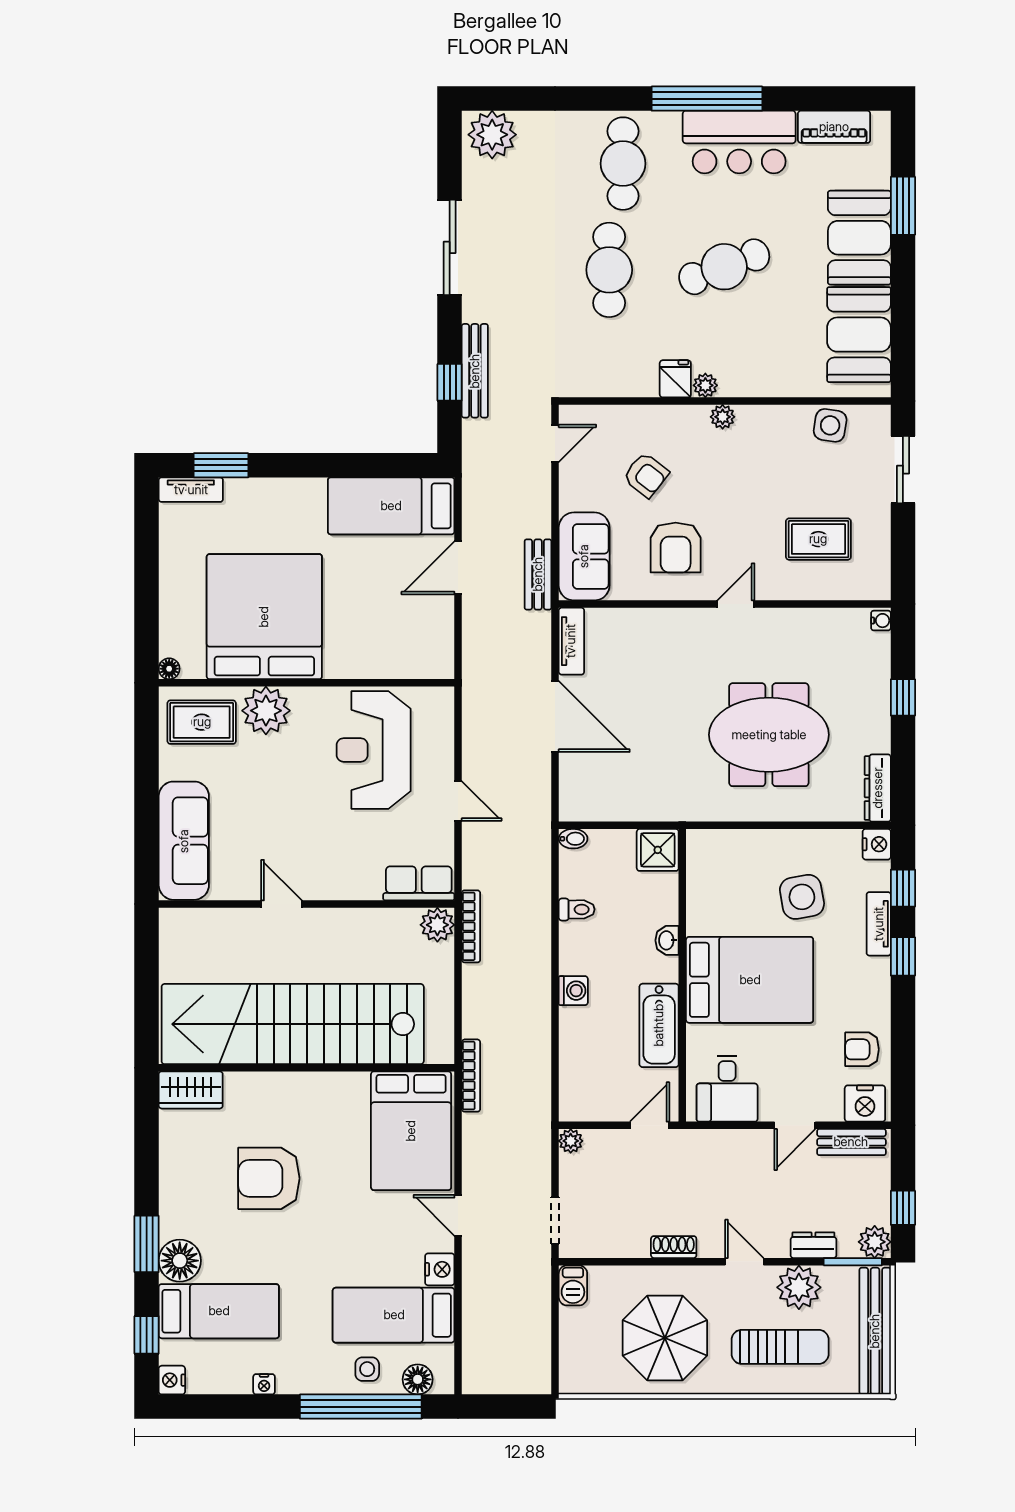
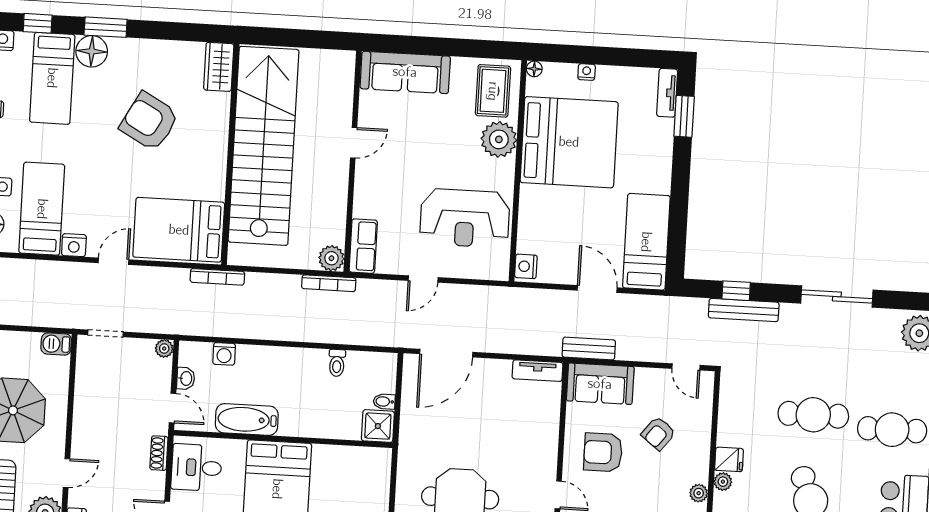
nightstand: (169, 599) -> (587, 72), added
nightstand: (433, 665) -> (526, 266), added
door: (555, 716) -> (446, 353), moved
reception desk: (374, 750) -> (465, 218), turned 180
bidet: (573, 839) -> (384, 402), moved, turned 90
washbasin: (667, 940) -> (186, 378), moved, turned 90
washing machine: (573, 991) -> (224, 354), moved
armchair: (269, 1178) -> (149, 121), turned -61
shoe rack: (674, 1247) -> (159, 453), moved, turned 180

